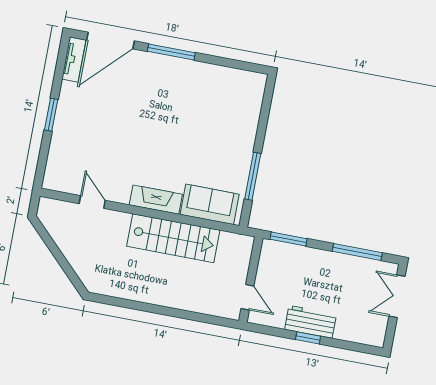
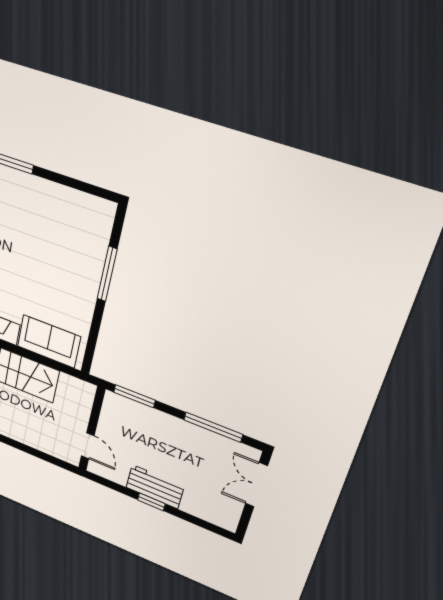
window: (253, 176) -> (107, 274), moved

